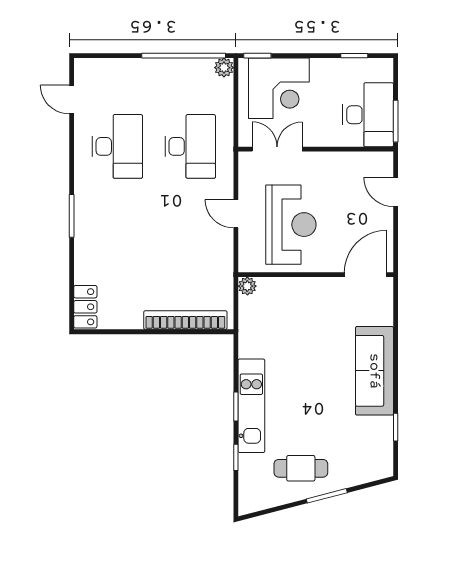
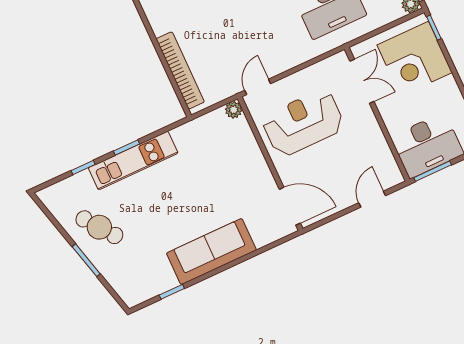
door: (236, 214) -> (258, 87), moved
reception desk: (291, 225) -> (303, 123), turned 180
cafe table: (301, 468) -> (99, 227), turned -37

